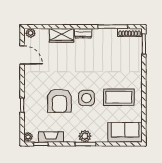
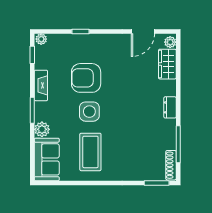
wardrobe: (62, 35) -> (167, 64), moved
plant: (85, 136) -> (42, 129), moved
fireplace: (51, 137) -> (41, 85), moved

